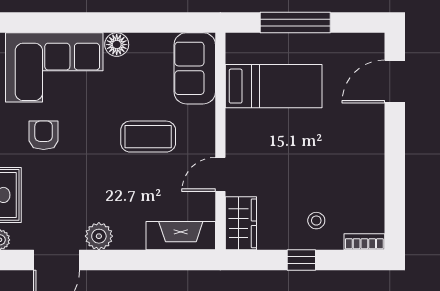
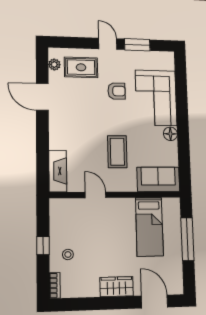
wardrobe: (241, 223) -> (117, 287), moved, turned 180
plant: (99, 236) -> (57, 122), removed

